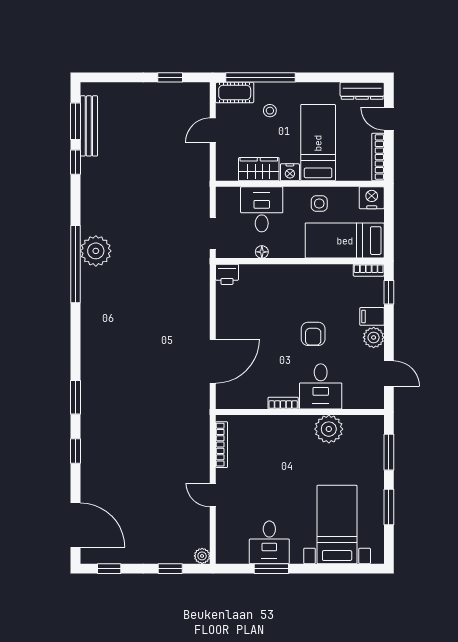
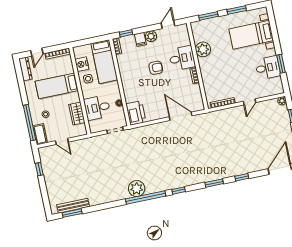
window: (76, 162) -> (179, 191), moved
nightstand: (290, 172) -> (75, 97), removed
nightstand: (372, 198) -> (82, 64), moved
printer: (227, 274) -> (136, 113), width x1.87, depth x1.48

